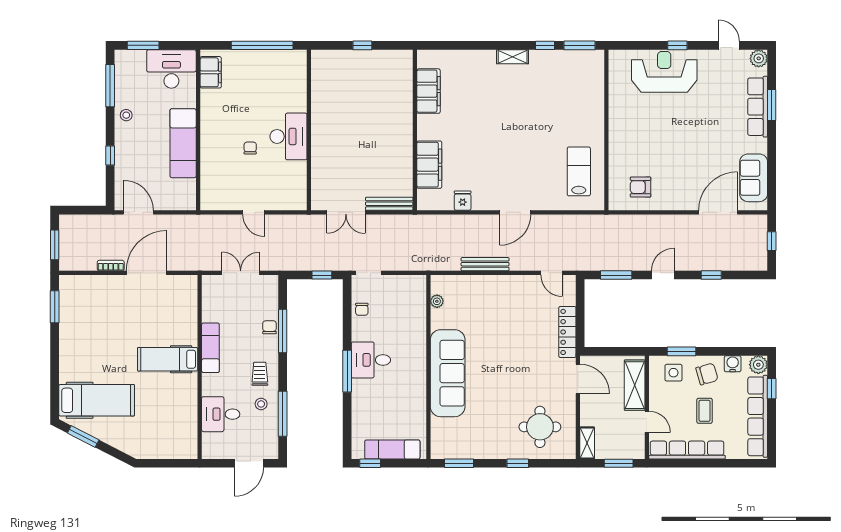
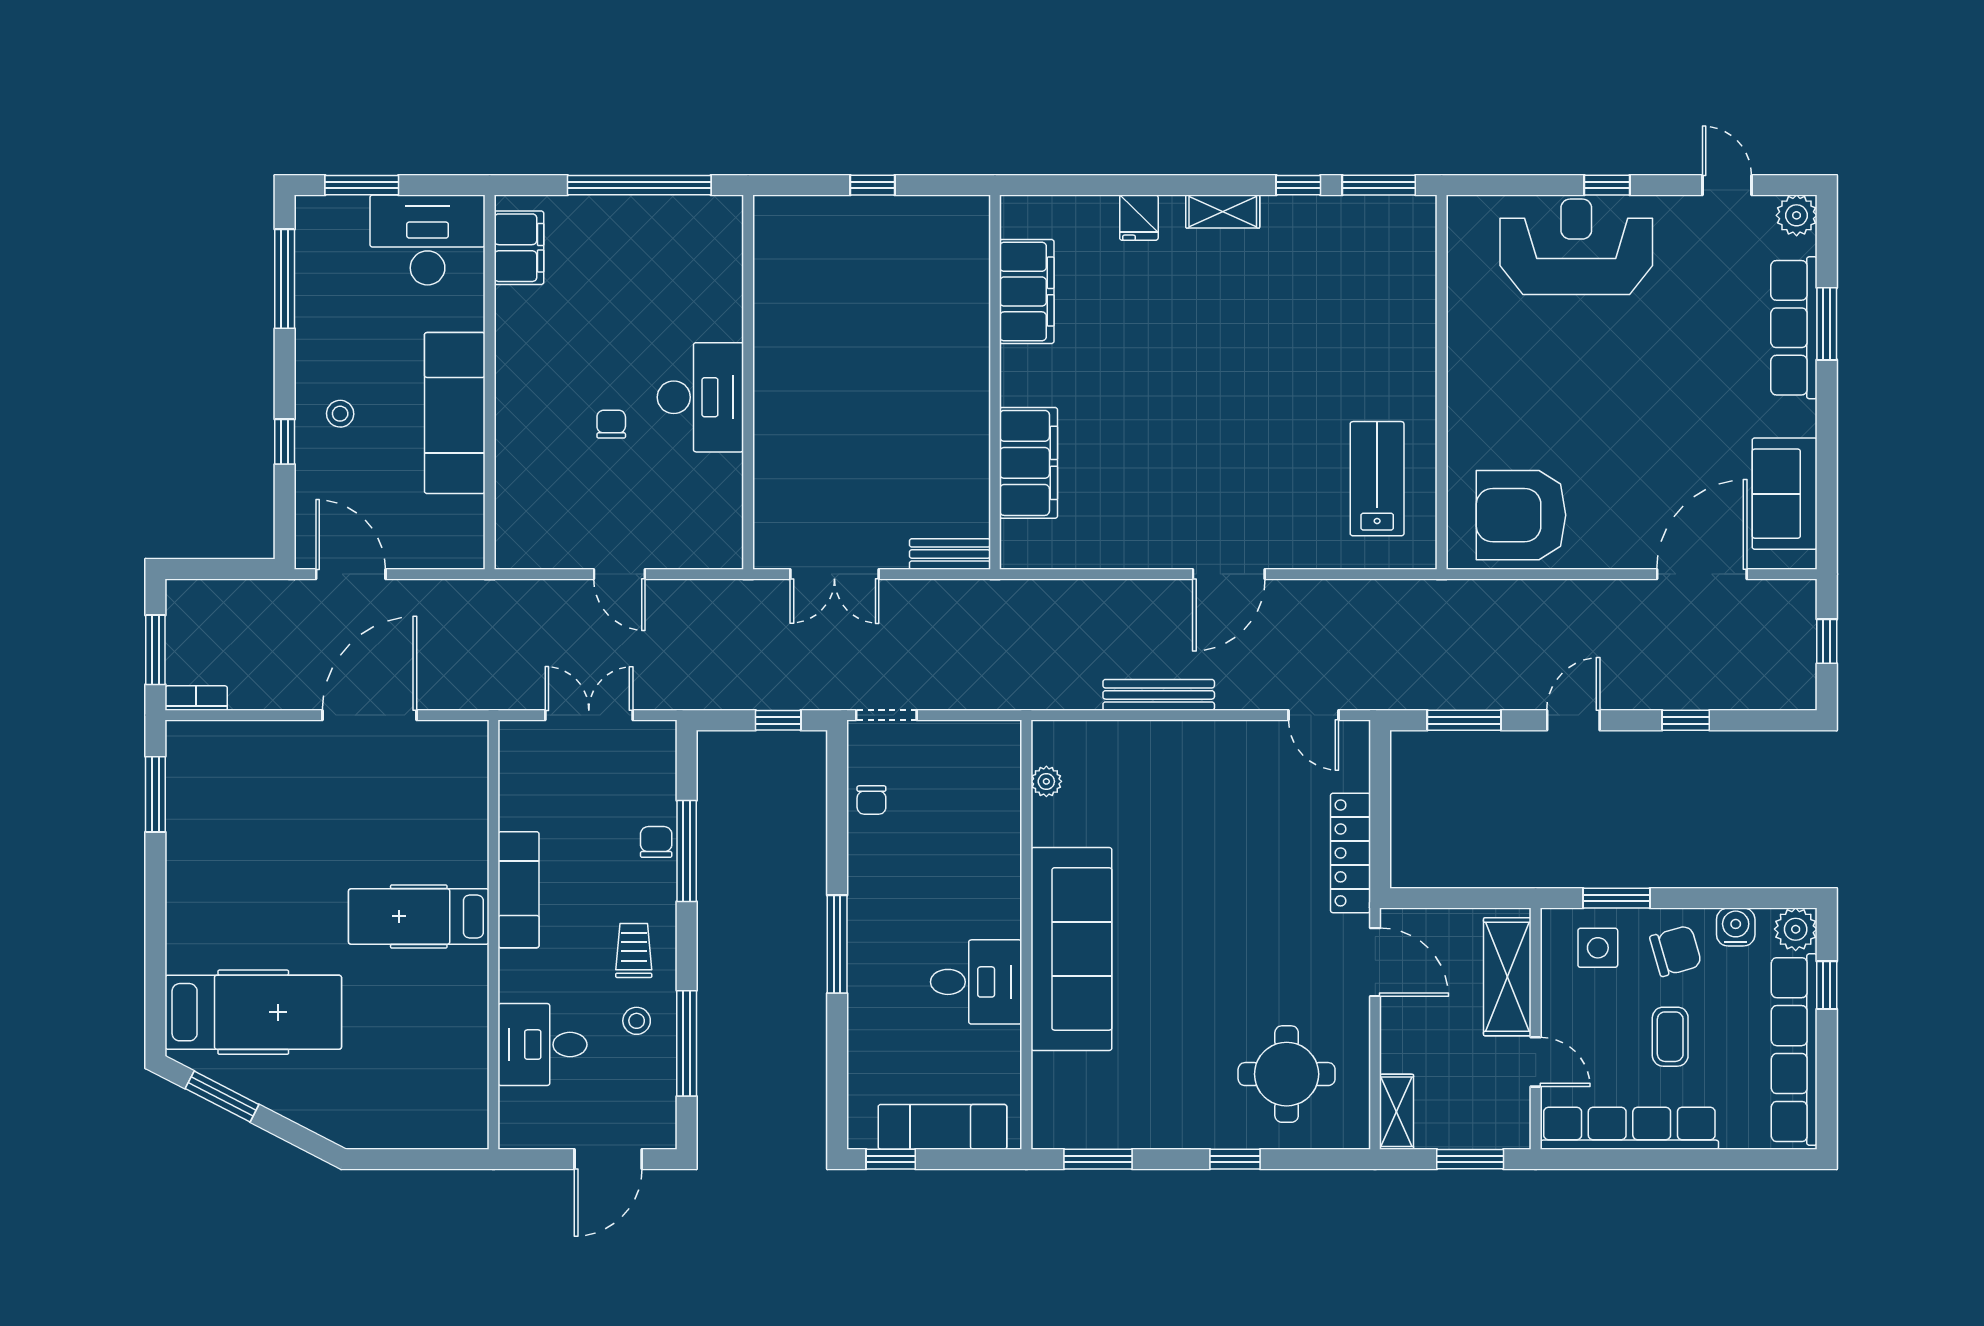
stool: (126, 115) -> (340, 414), moved
armchair: (641, 187) -> (1521, 515), width x1.88, depth x1.88
fridge: (463, 201) -> (1139, 218), moved, turned 180
bench: (389, 204) -> (950, 554), width x0.73
bookcase: (111, 266) -> (196, 698), moved
desk: (371, 360) -> (976, 982), moved, turned 180

